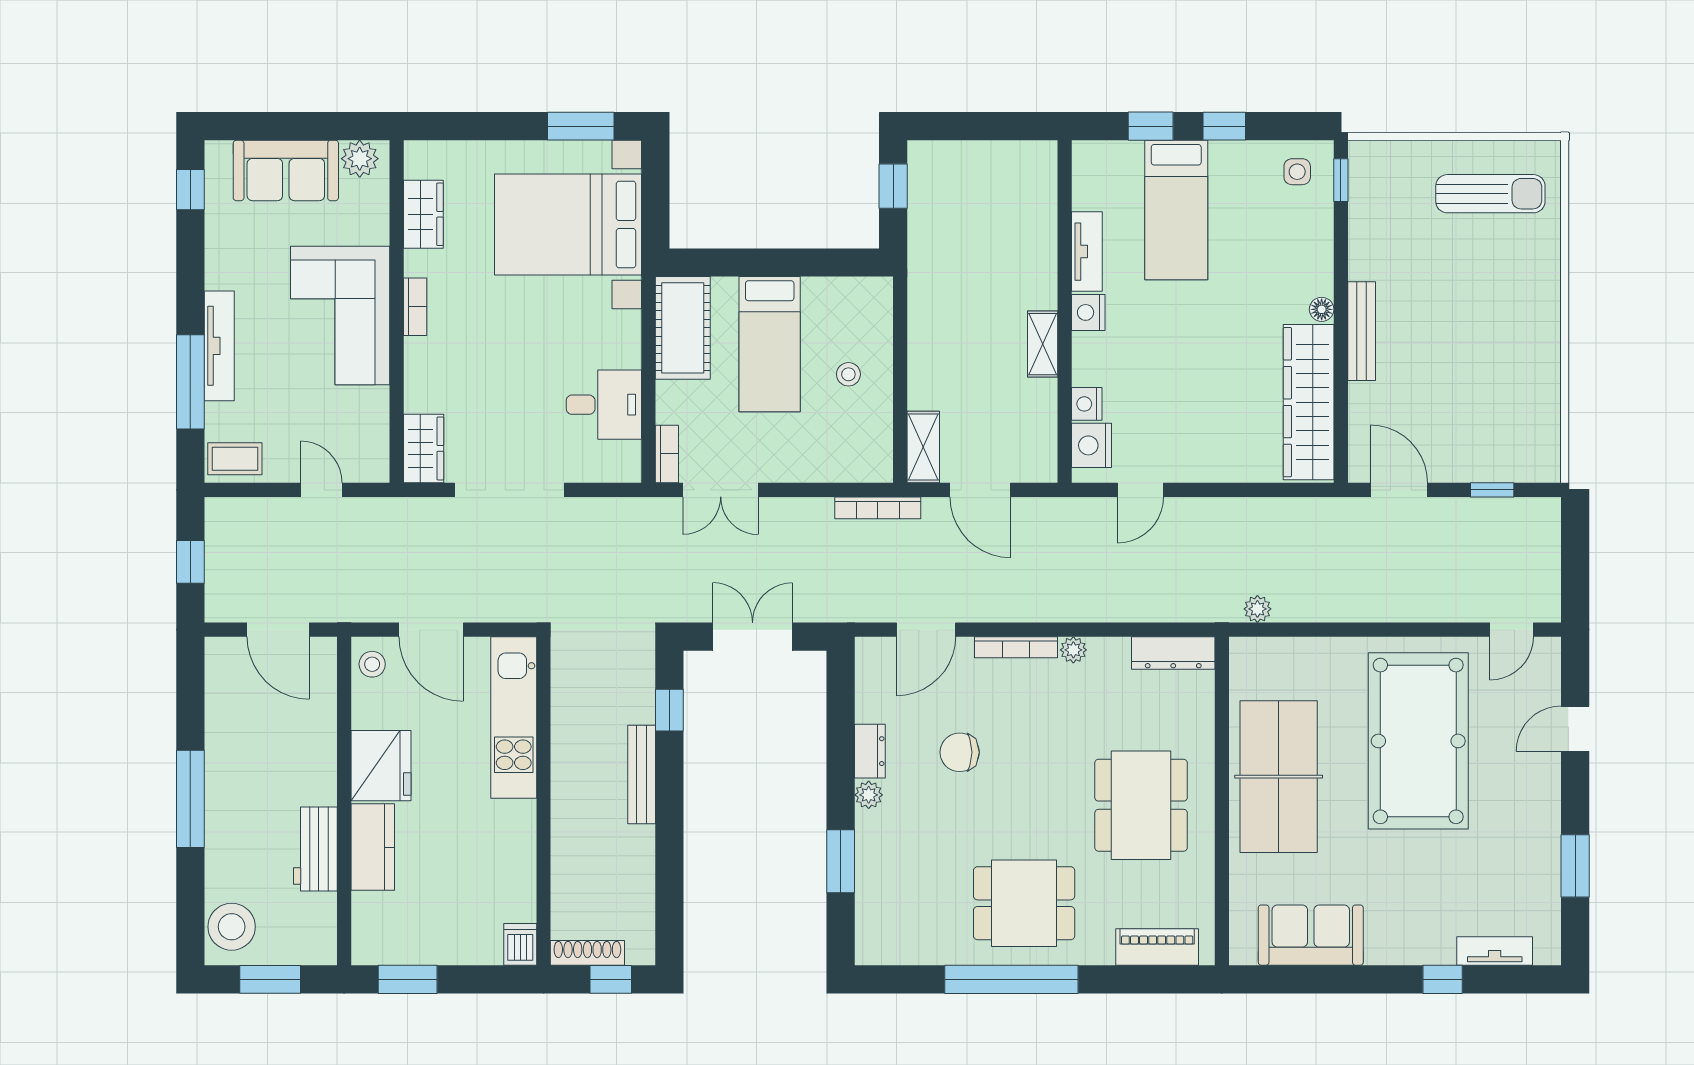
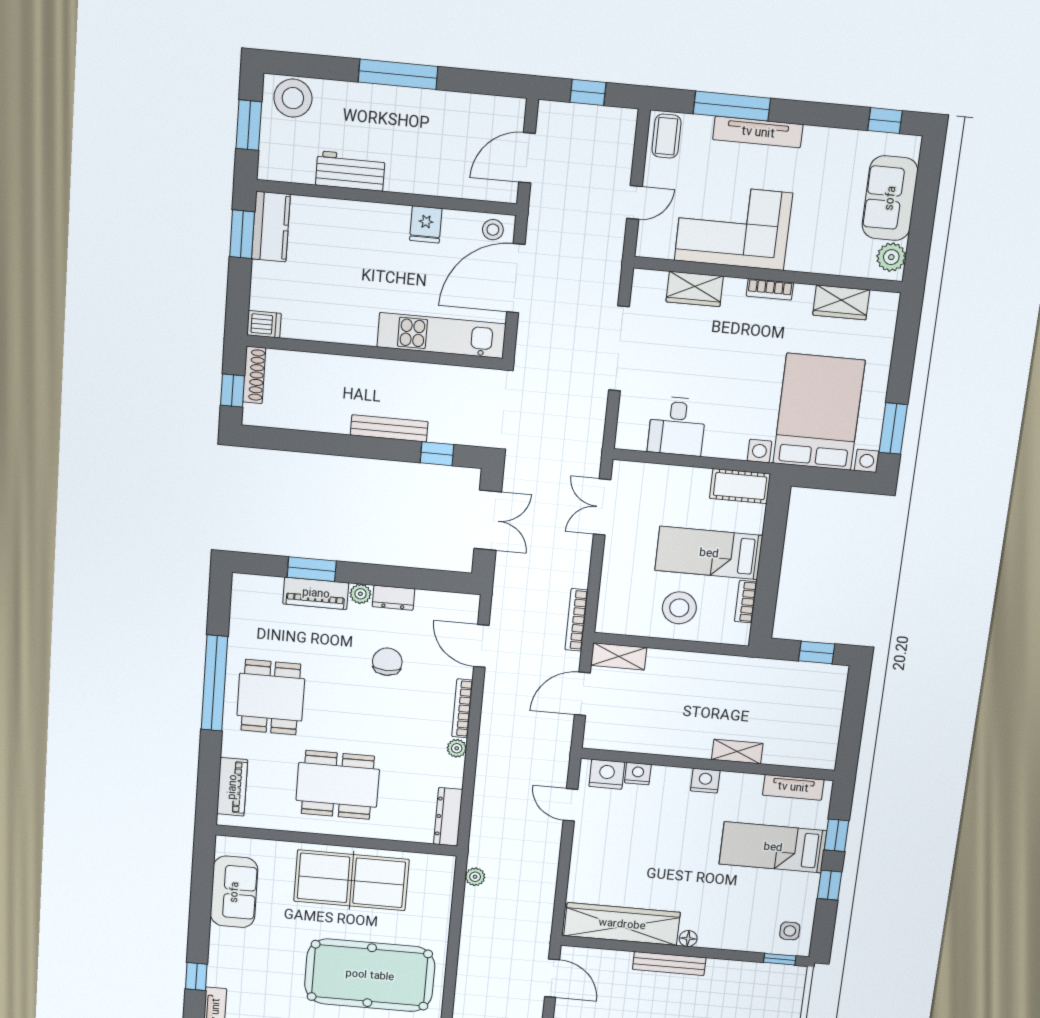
tv unit: (1087, 252) -> (793, 787), moved
corner sofa: (340, 315) -> (733, 227), moved
cot: (683, 328) -> (740, 486), width x0.73, depth x0.75
shelving: (1043, 344) -> (737, 752), moved
stool: (848, 374) -> (679, 608), width x1.89, depth x1.89
wardrobe: (424, 448) -> (695, 289), moved
bookcase: (667, 454) -> (746, 602), moved, turned 90
door: (1399, 490) -> (552, 978), hinge flipped
door: (431, 630) -> (516, 278), width x1.36
fridge: (381, 766) -> (426, 224), width x0.53, depth x0.75
kitchen counter: (373, 847) -> (271, 227), moved, turned -90
piano: (874, 854) -> (316, 593), added

